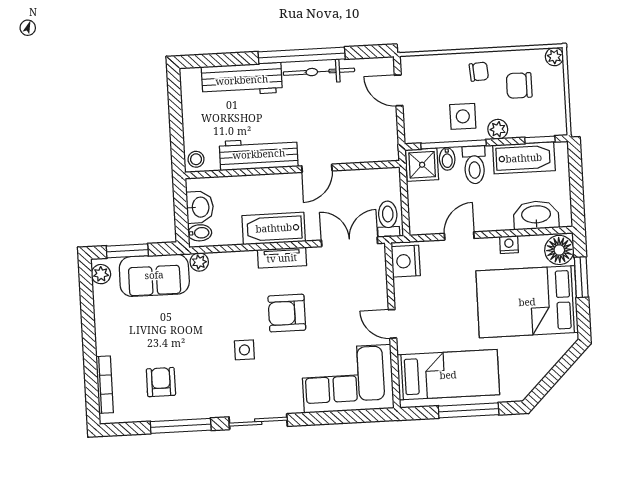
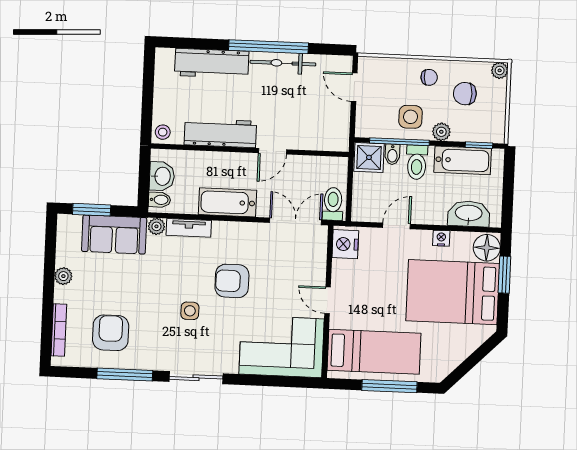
tv unit: (282, 258) -> (189, 228), moved
plant: (101, 274) -> (63, 276), moved
armchair: (161, 382) -> (111, 333), width x1.38, depth x1.38

